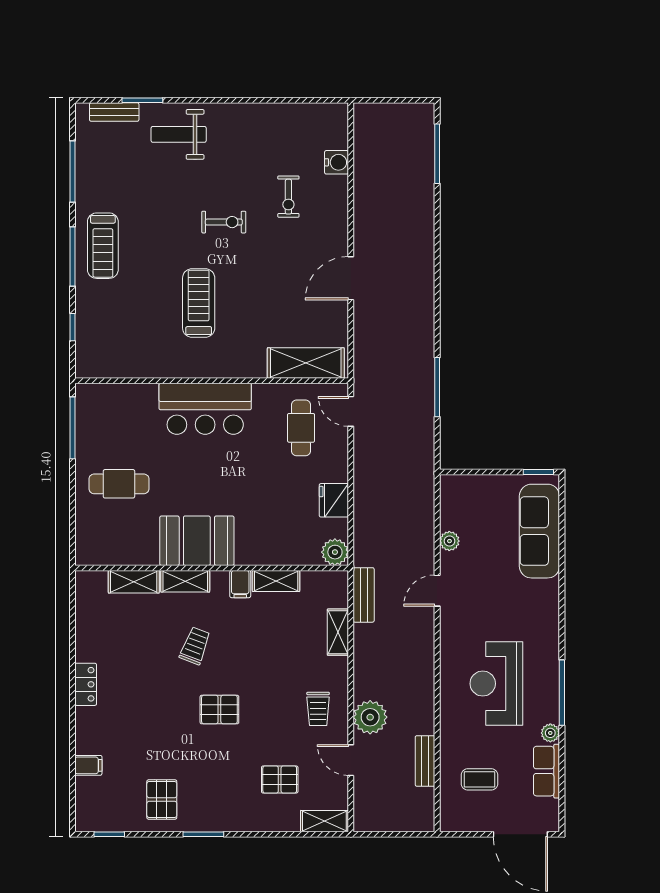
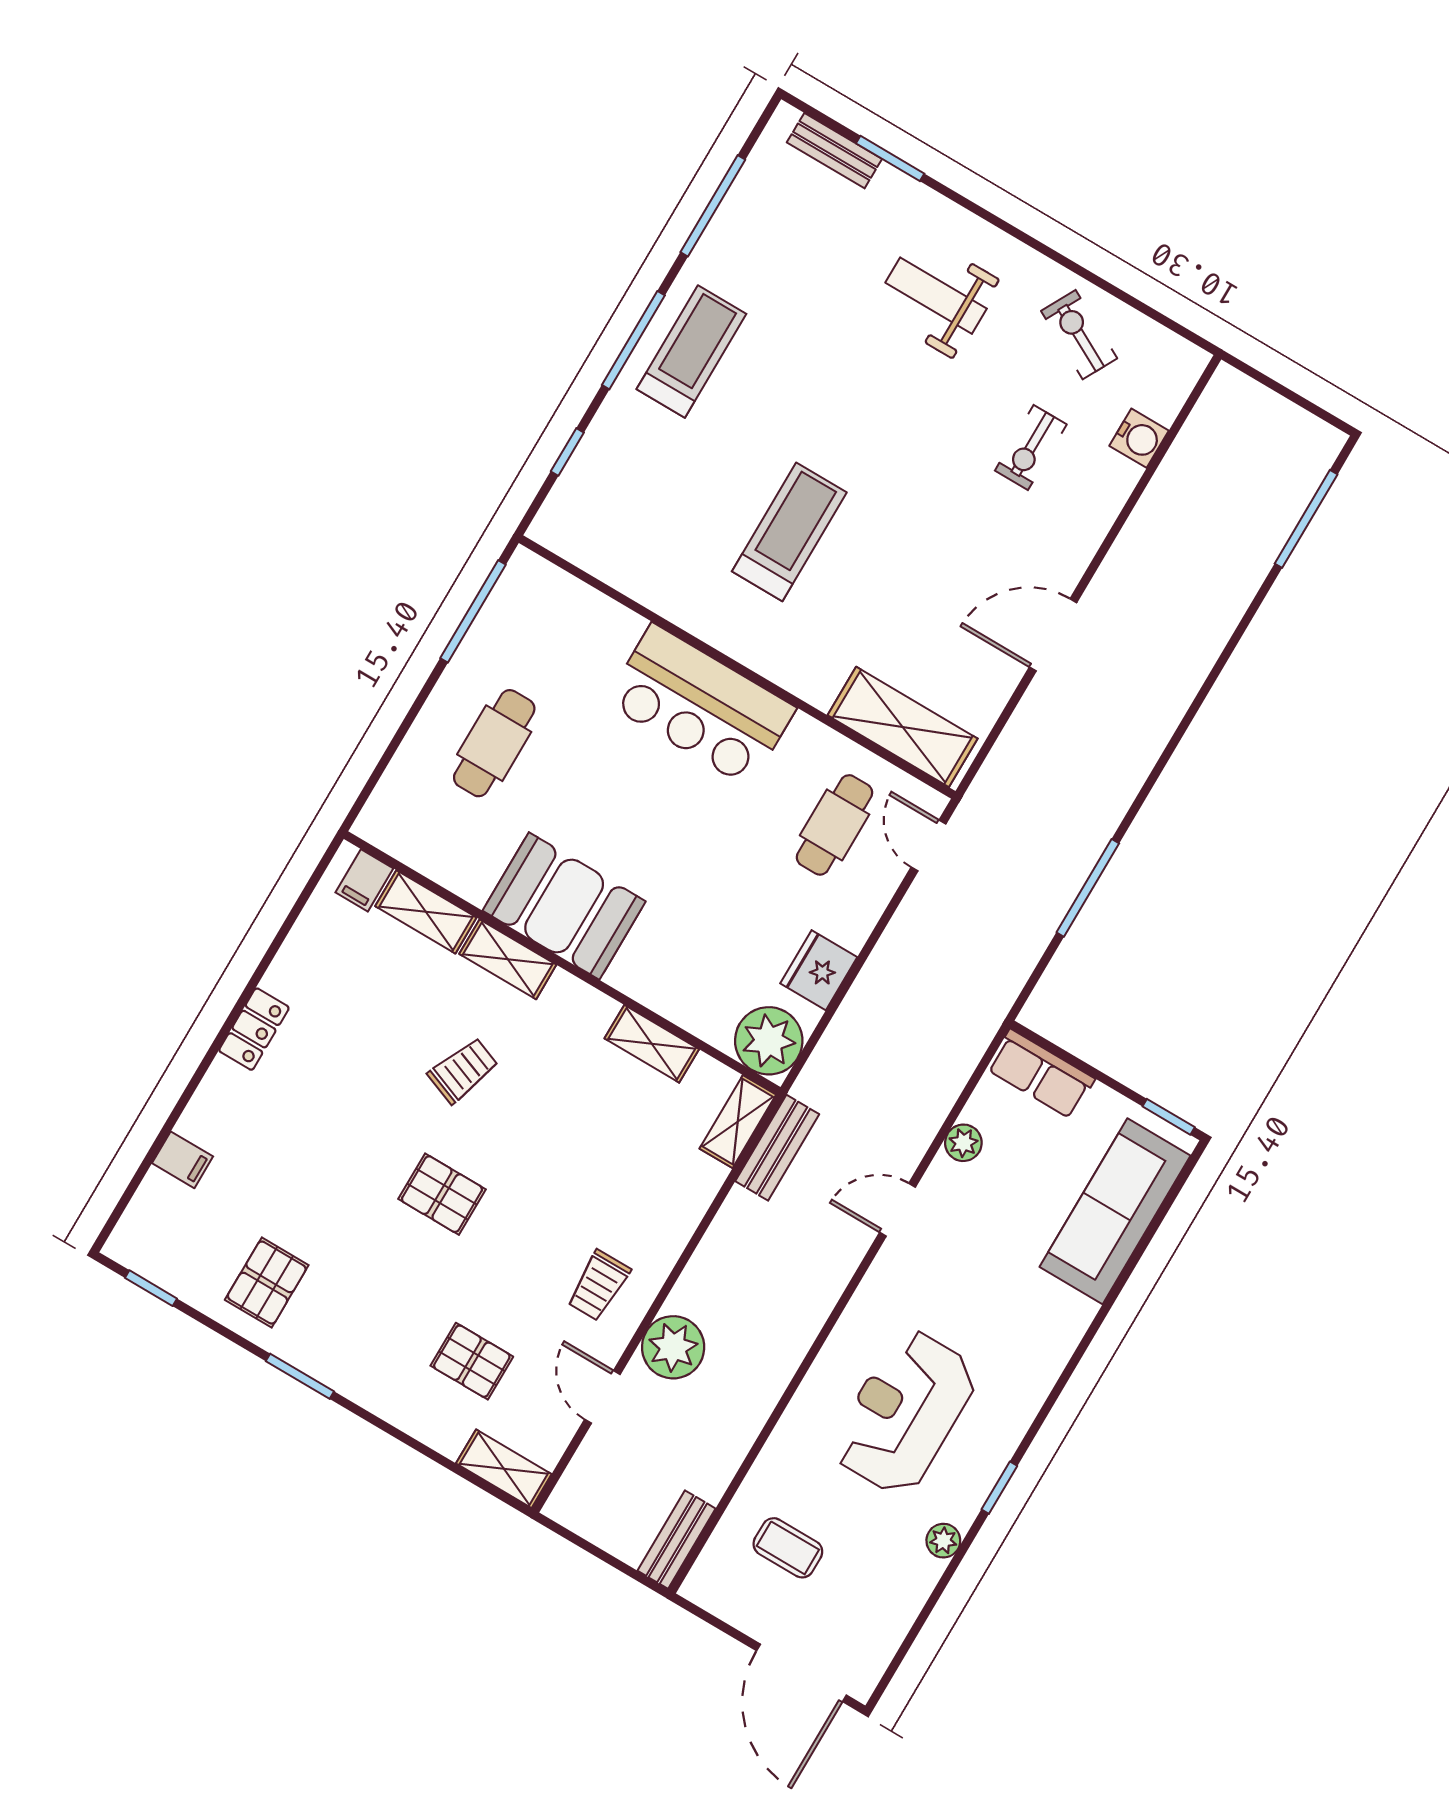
weight bench: (179, 134) -> (936, 296), moved
exercise bike: (224, 222) -> (1079, 335), moved, turned -152
treadmill: (103, 246) -> (691, 351), turned 180
cafe table: (119, 484) -> (494, 743), turned 90
plant: (335, 552) -> (769, 1041), width x1.36, depth x1.36
filing cabinet: (240, 584) -> (364, 880), moved
shelving: (338, 632) -> (738, 1122), moved
window: (562, 693) -> (999, 1488), width x0.46
bench: (425, 761) -> (677, 1540), moved
row of seats: (547, 771) -> (1041, 1074), moved, turned -90

